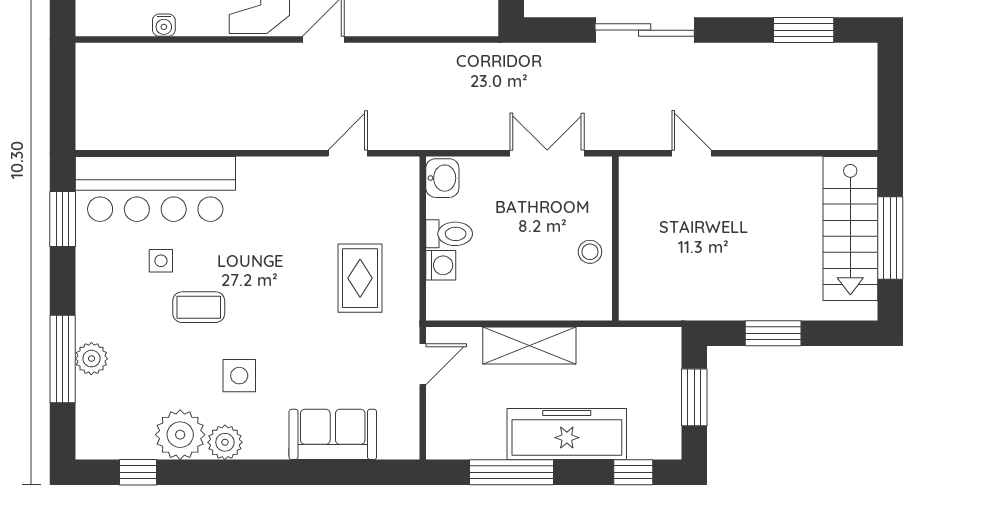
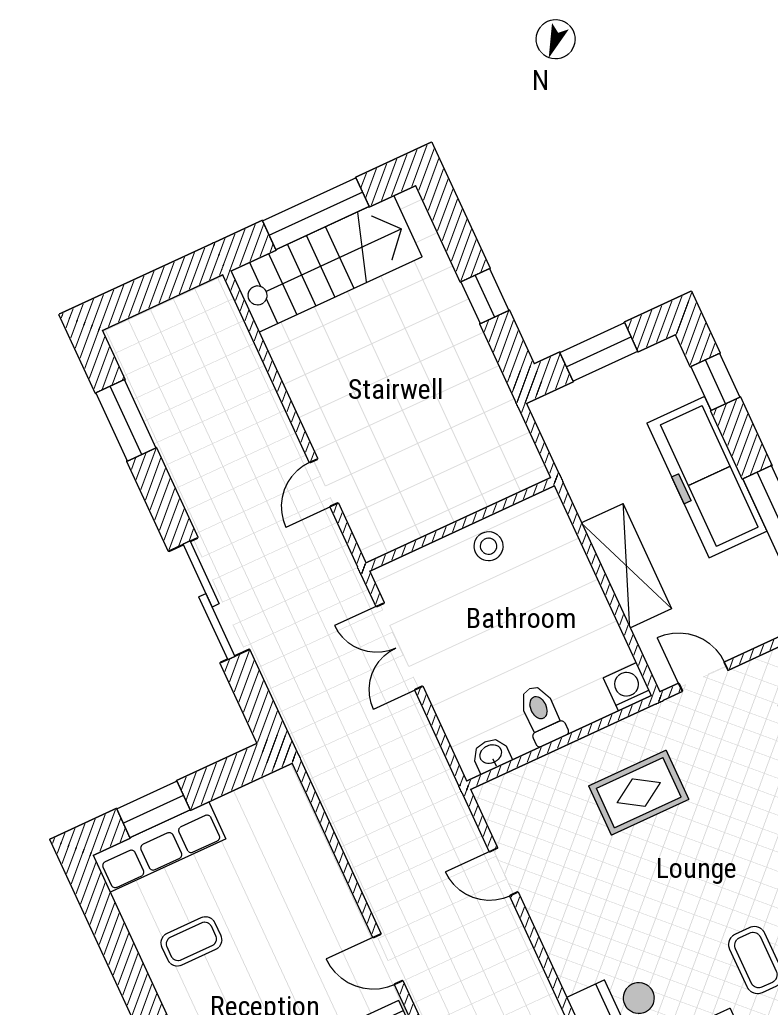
washbasin: (442, 178) -> (491, 755), width x0.72, depth x0.69
washing machine: (441, 265) -> (628, 687), moved
window: (773, 333) -> (485, 296), width x0.67

